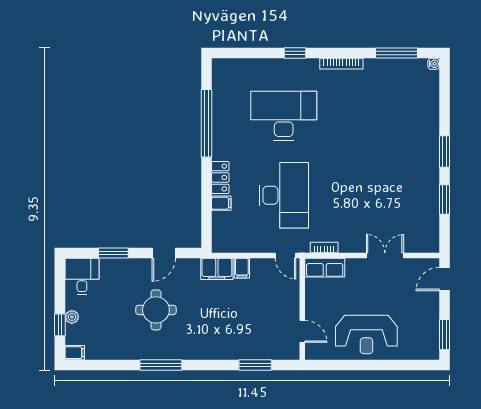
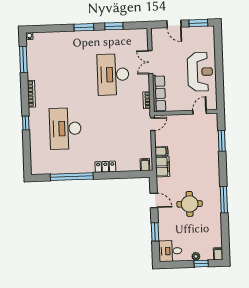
desk: (284, 195) -> (113, 74), moved, turned -90
filing cabinet: (221, 203) -> (145, 165), moved
row of seats: (325, 268) -> (159, 93), width x1.48
door: (444, 279) -> (174, 24), moved

